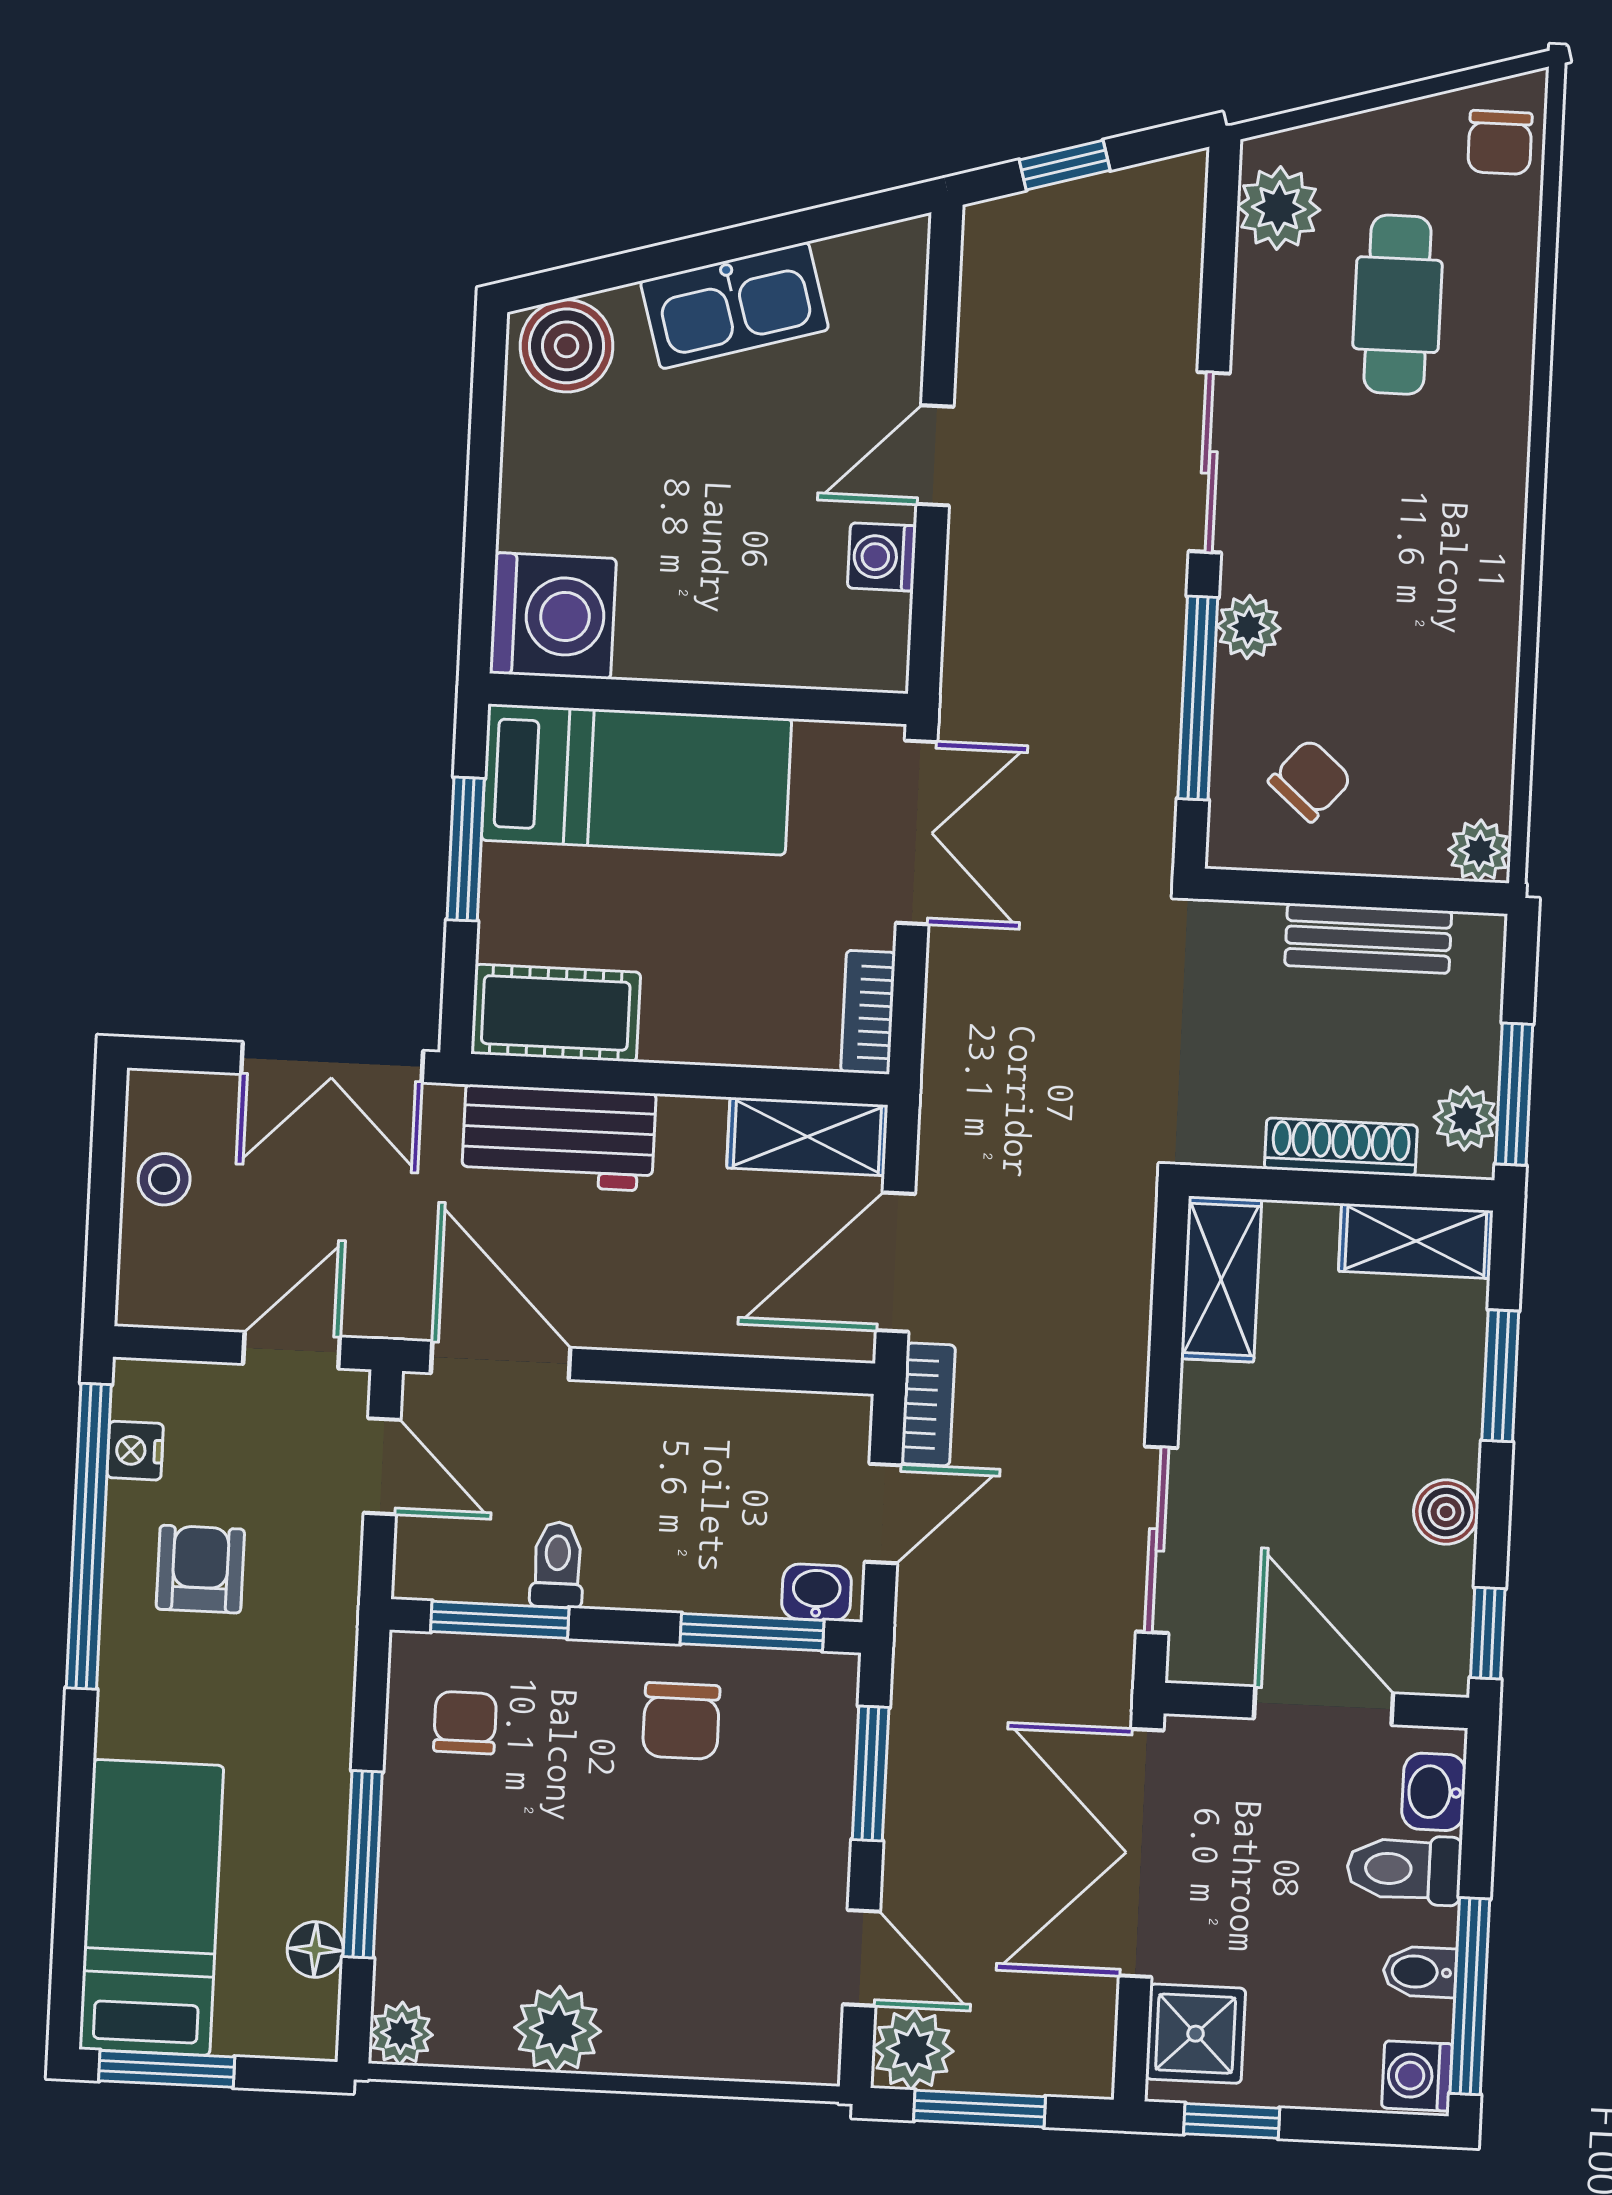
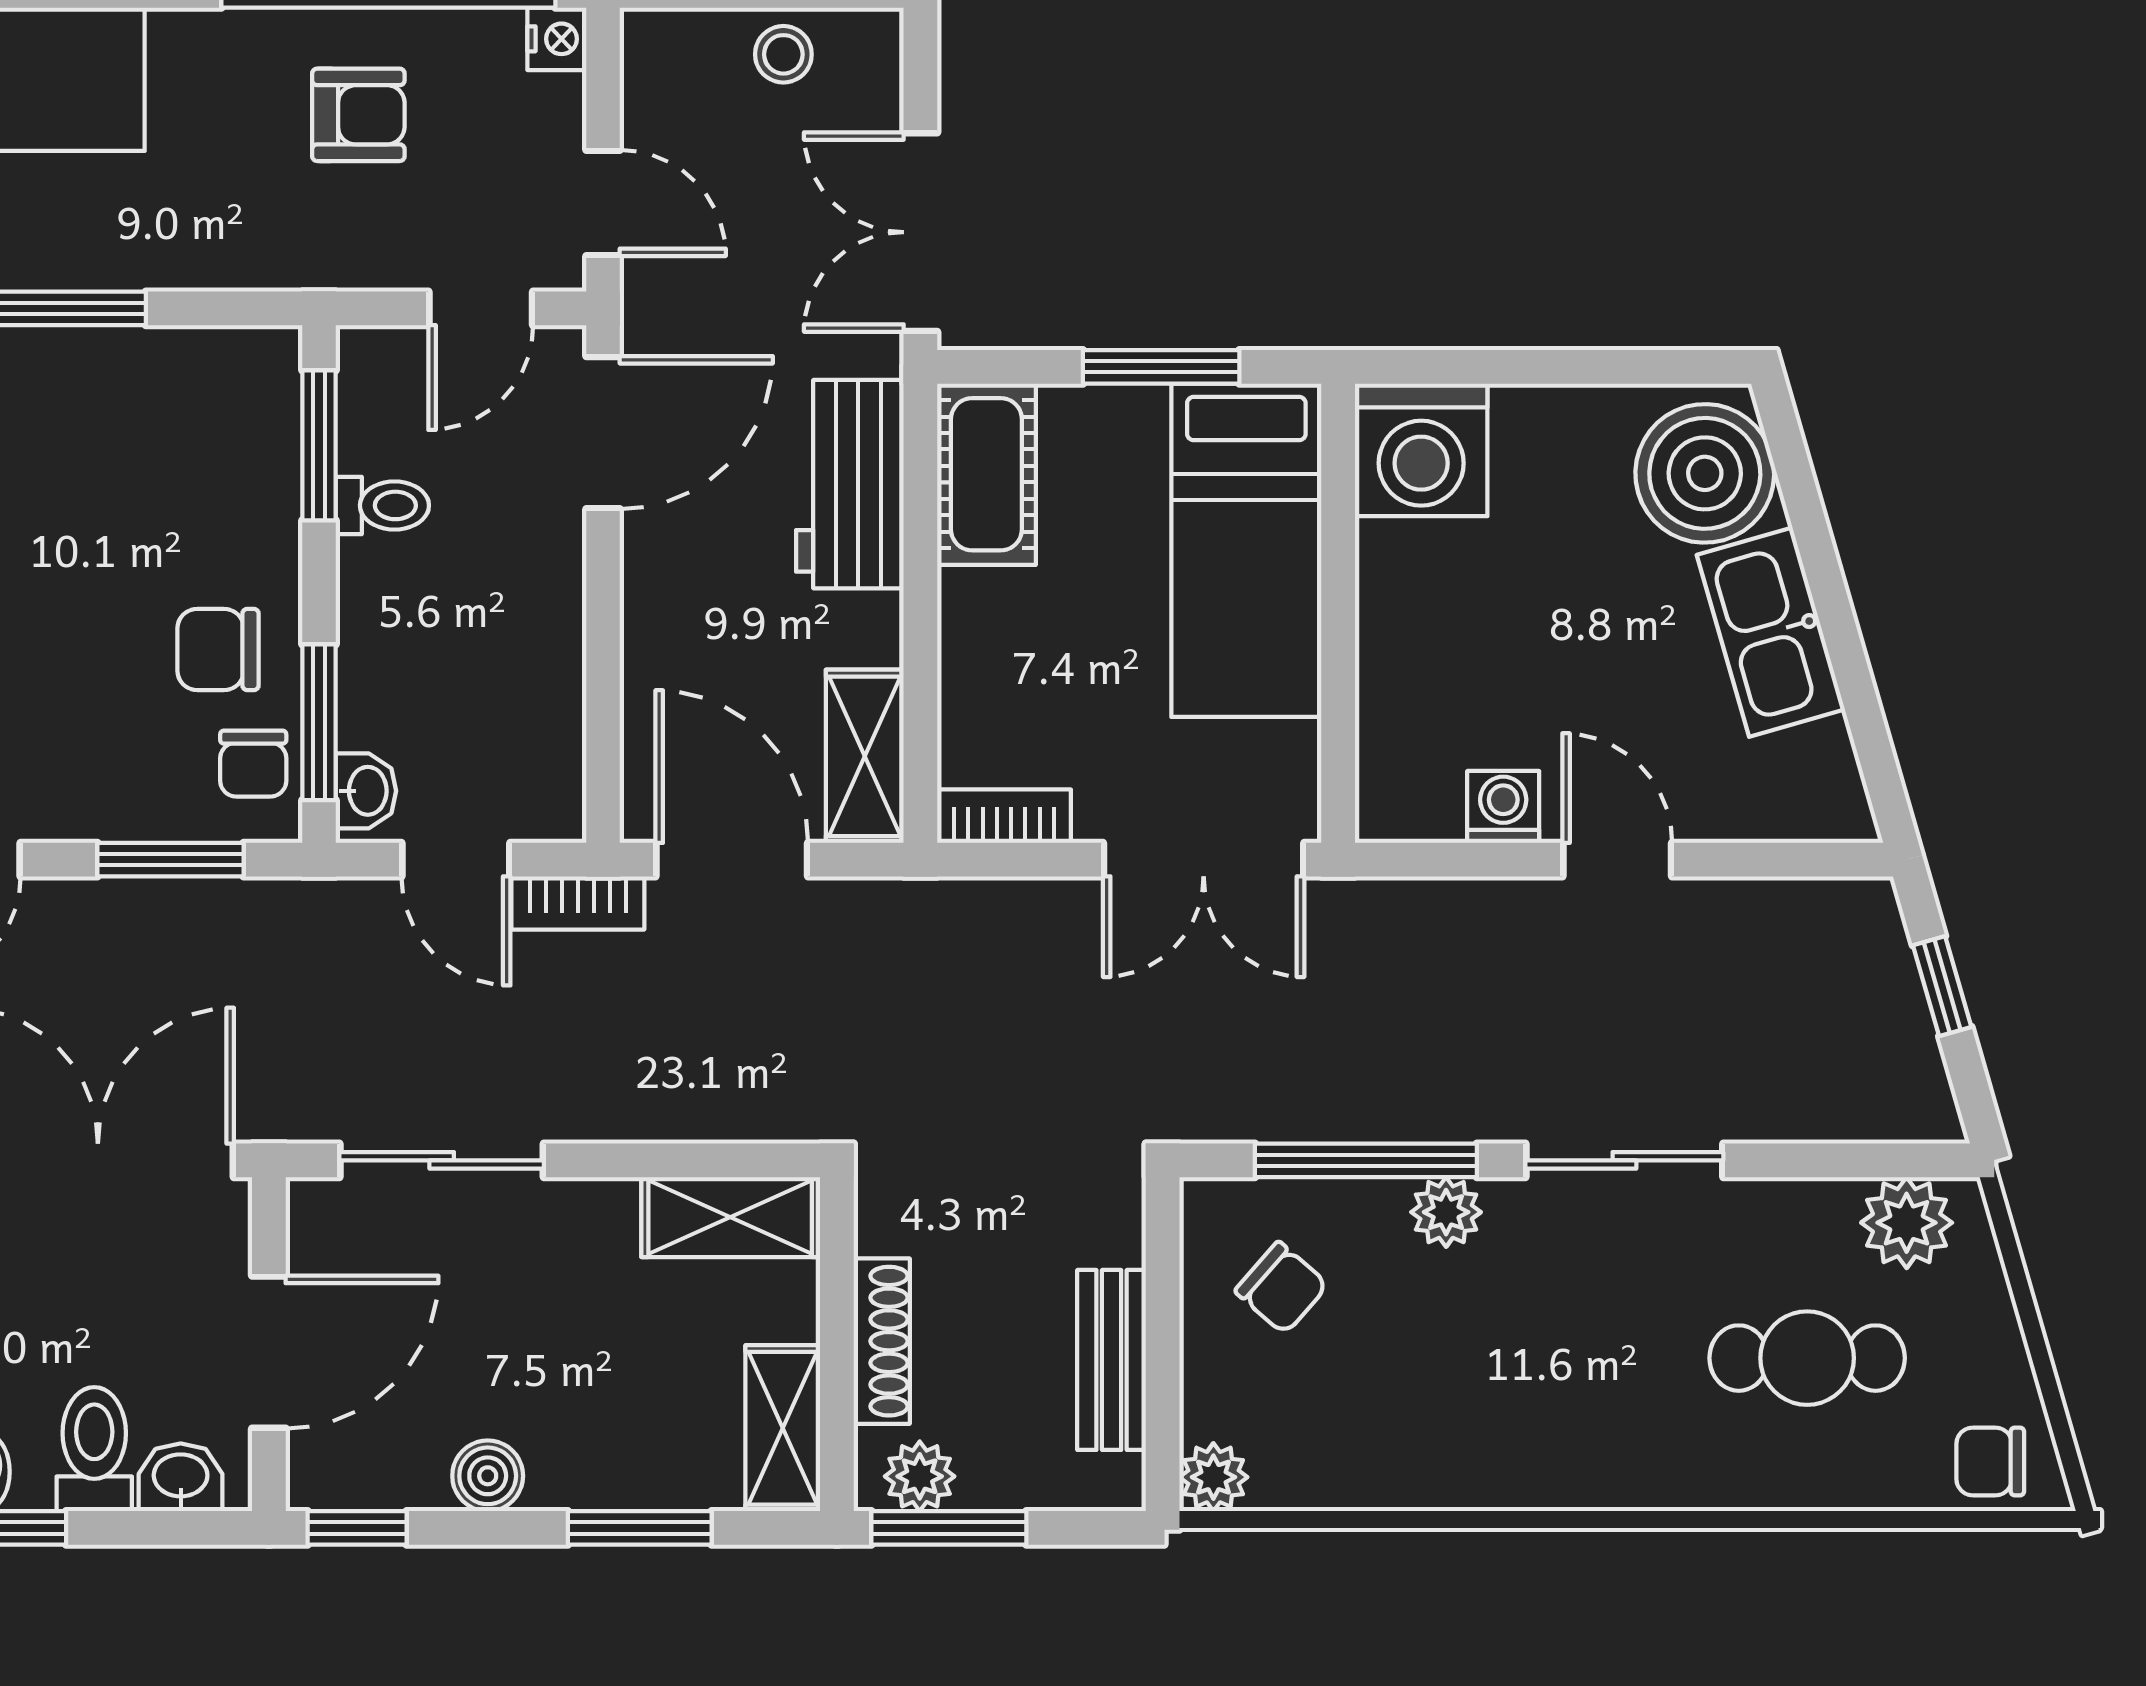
boiler: (567, 346) -> (1705, 473), width x1.37, depth x1.37
nightstand: (135, 1451) -> (557, 39), moved, turned 90
chair: (465, 1723) -> (253, 764), moved, turned 90

